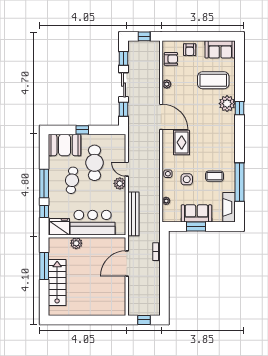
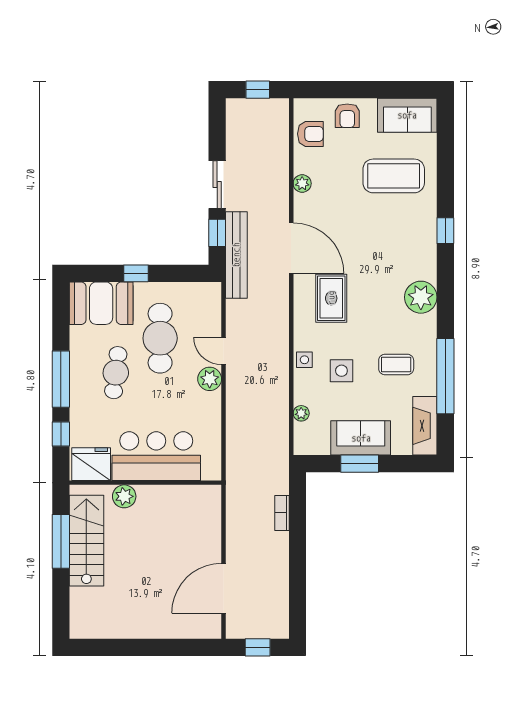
window: (124, 58) -> (217, 133), removed
plant: (227, 104) -> (421, 297), moved
bench: (133, 214) -> (236, 255), moved
door: (127, 264) -> (224, 588), moved
stairs: (57, 282) -> (86, 541), moved

